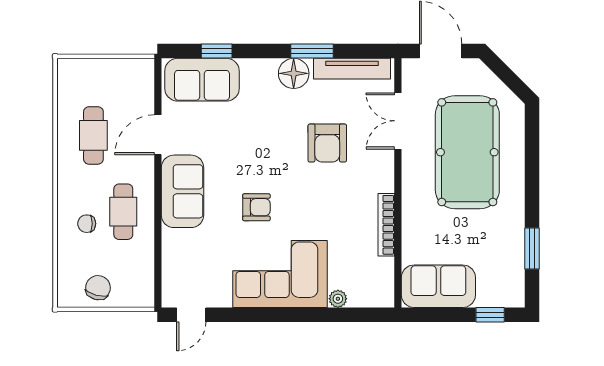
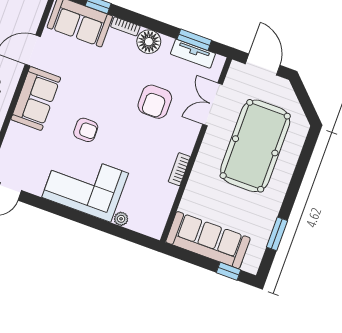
window: (312, 51) -> (194, 40), moved
bookcase: (259, 65) -> (125, 26), added
tv unit: (352, 69) -> (193, 54), width x0.71
bookcase: (386, 225) -> (179, 169), width x0.64
sofa: (438, 286) -> (208, 240), width x1.36

